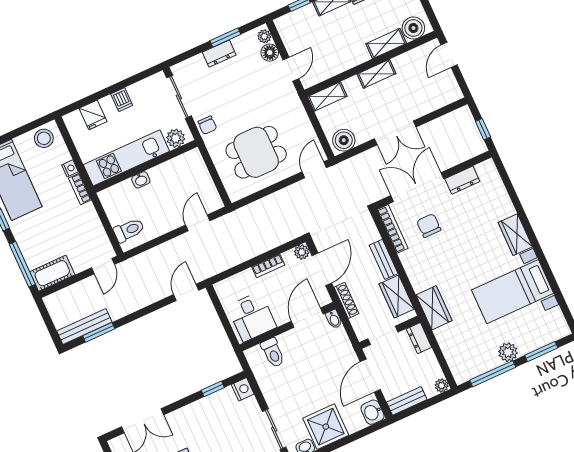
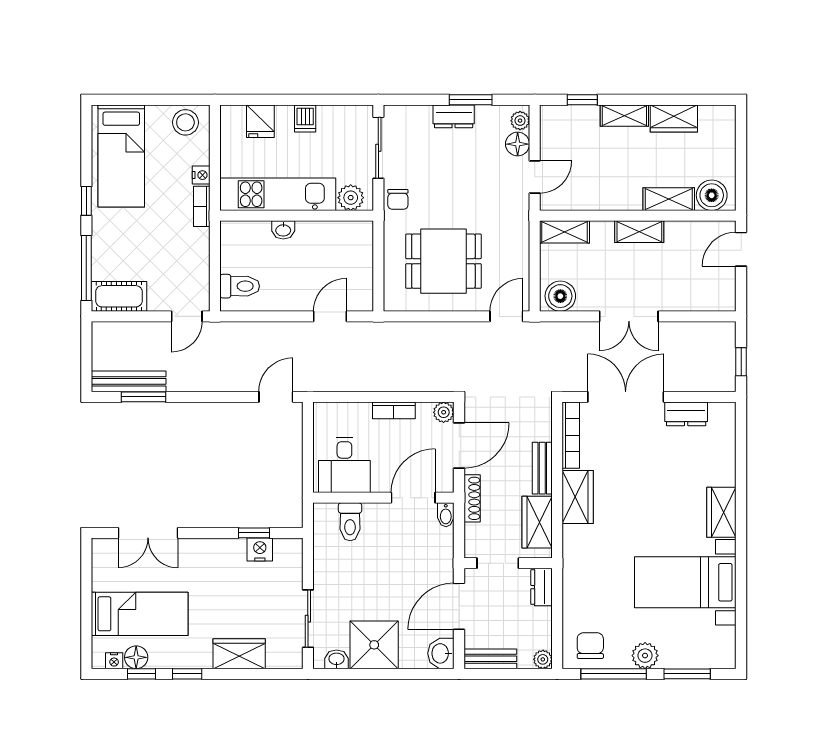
chair: (429, 226) -> (590, 646), moved
wardrobe: (434, 308) -> (578, 497), moved
nightstand: (243, 389) -> (260, 549), moved, turned -90

